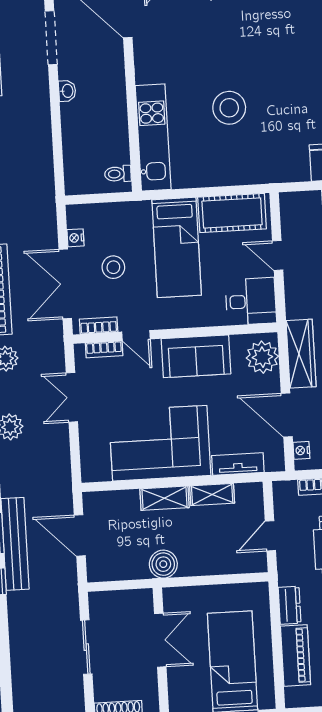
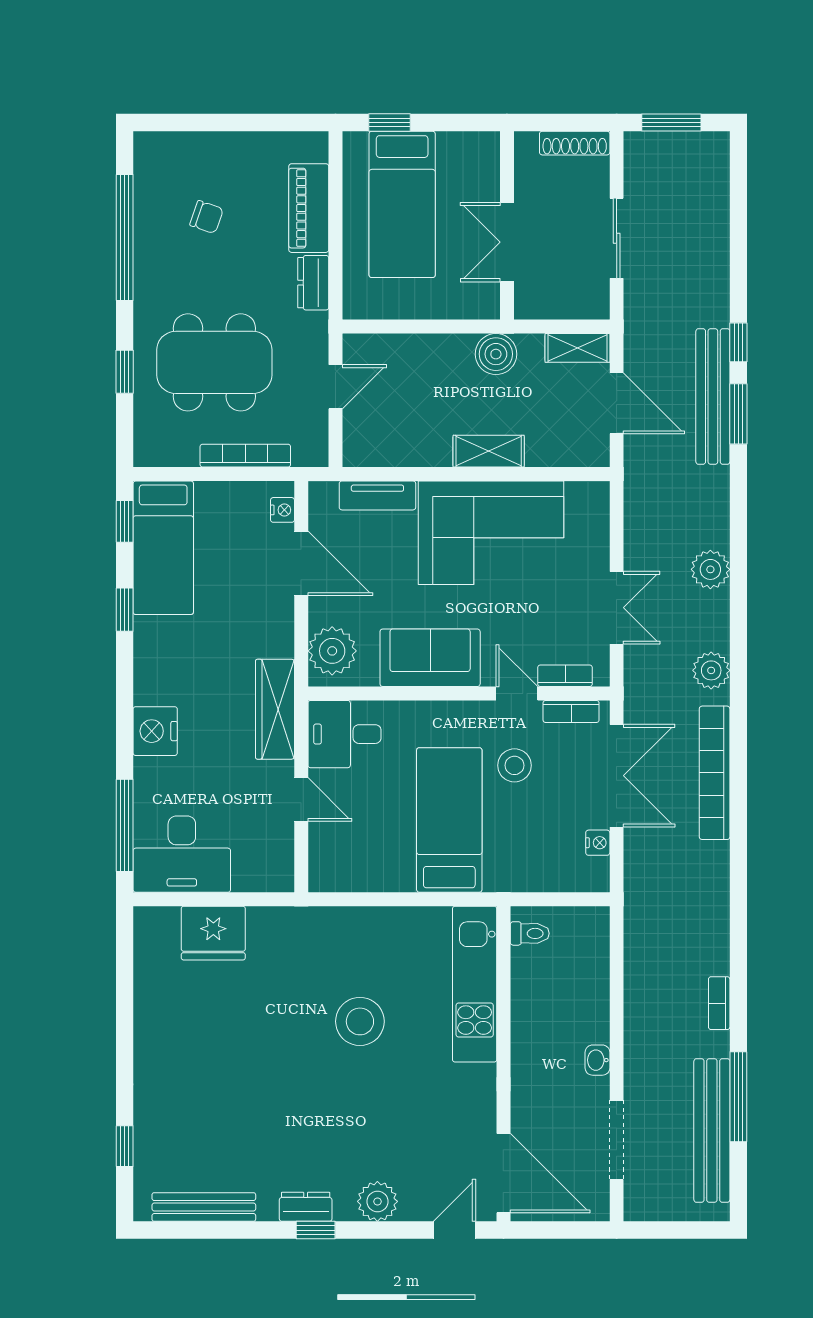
cot: (232, 213) -> (365, 866), removed
stool: (113, 267) -> (514, 765), moved
wardrobe: (301, 354) -> (275, 709), moved
shelving: (212, 494) -> (577, 348), moved

